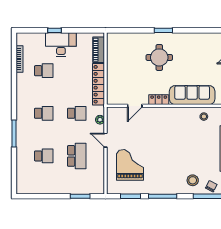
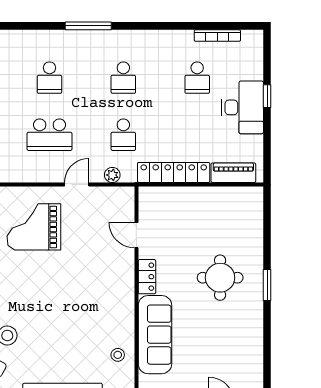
grand piano: (130, 165) -> (34, 227), turned 180

